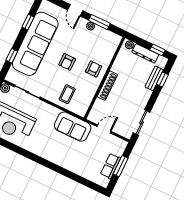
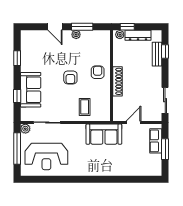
sofa: (35, 44) -> (31, 90), width x0.54, depth x0.79
window: (157, 50) -> (127, 27), moved
row of seats: (111, 166) -> (156, 141), moved

